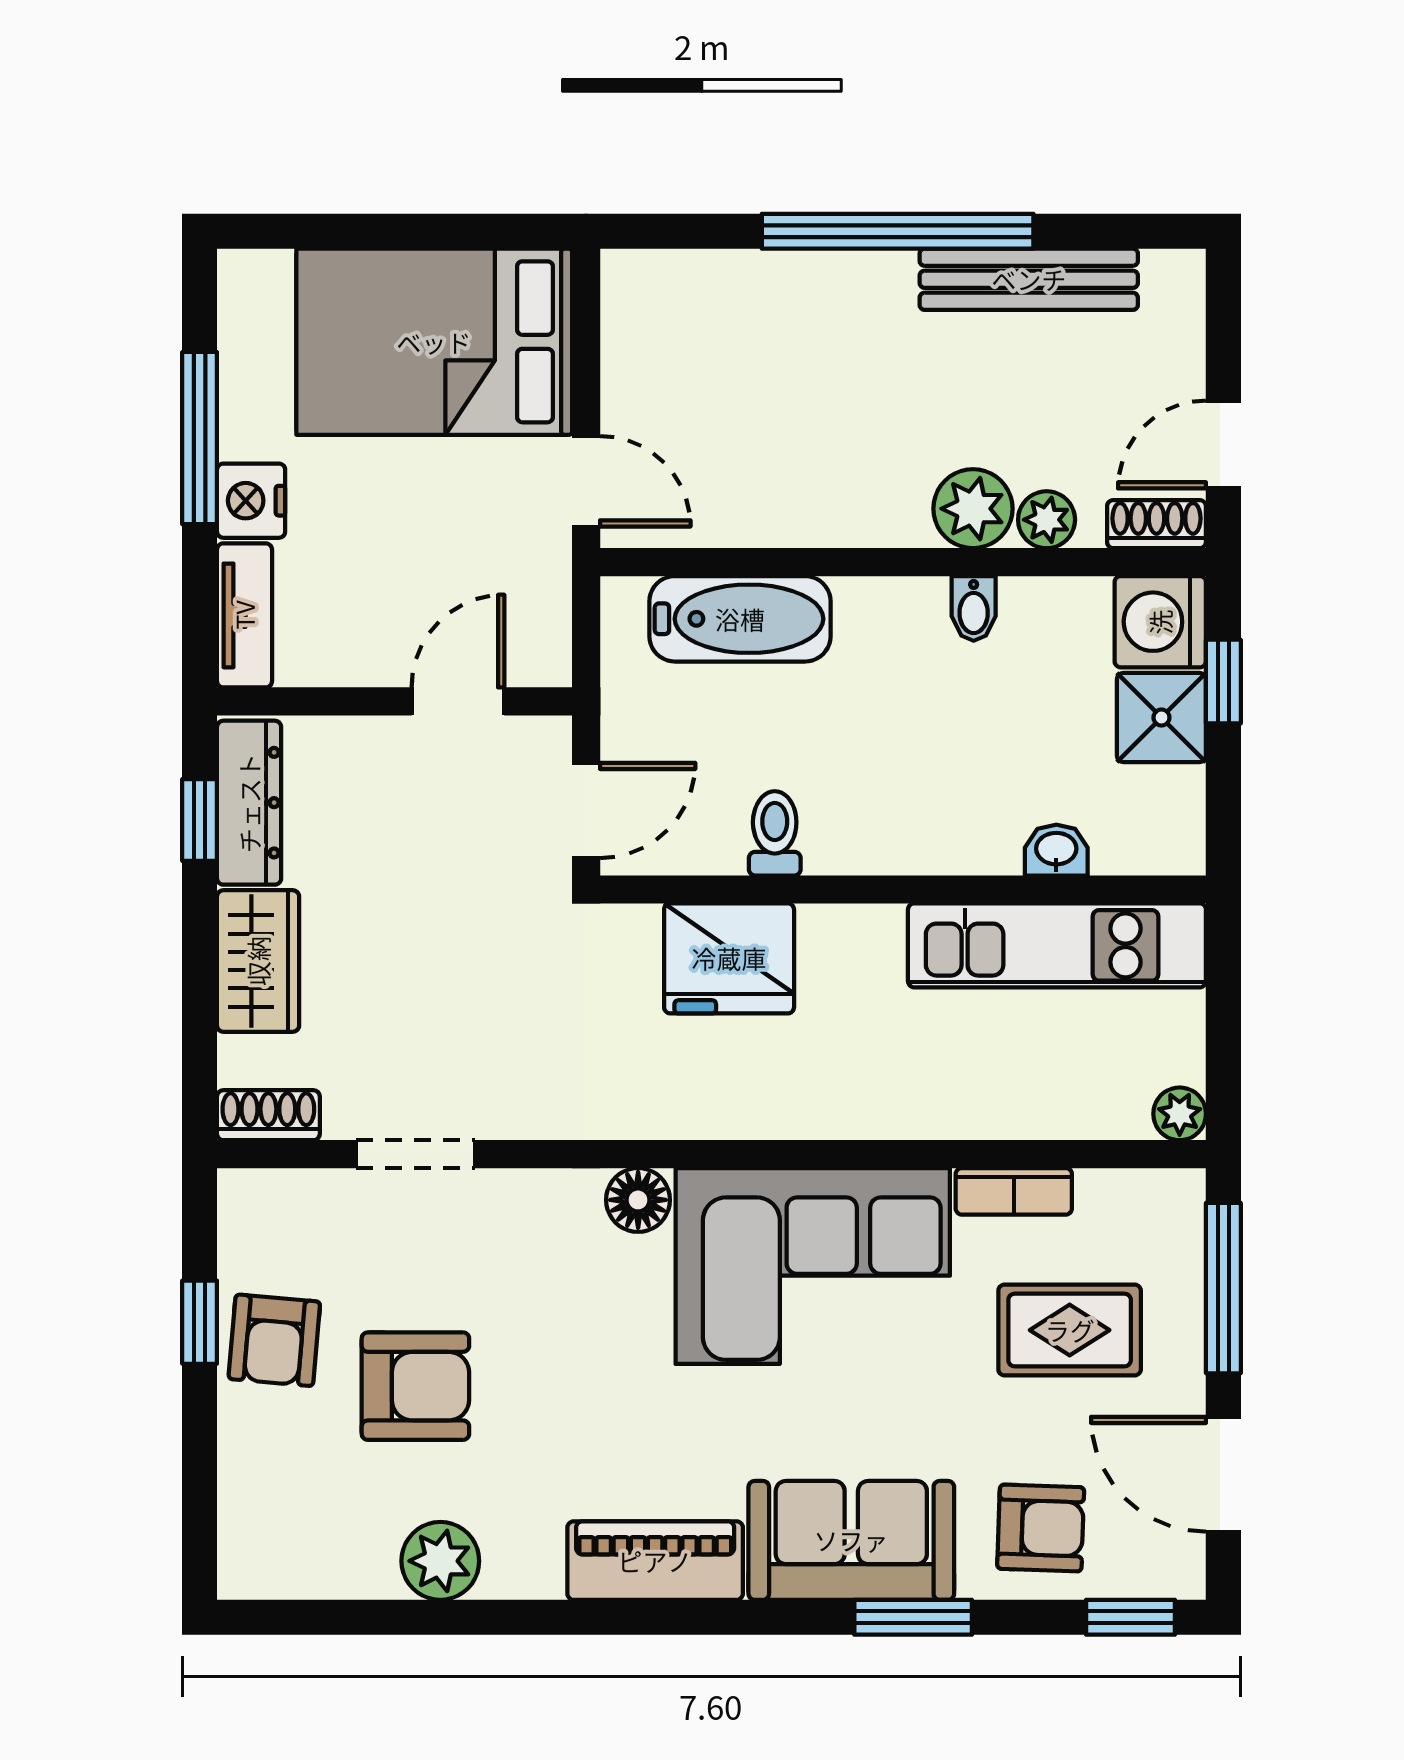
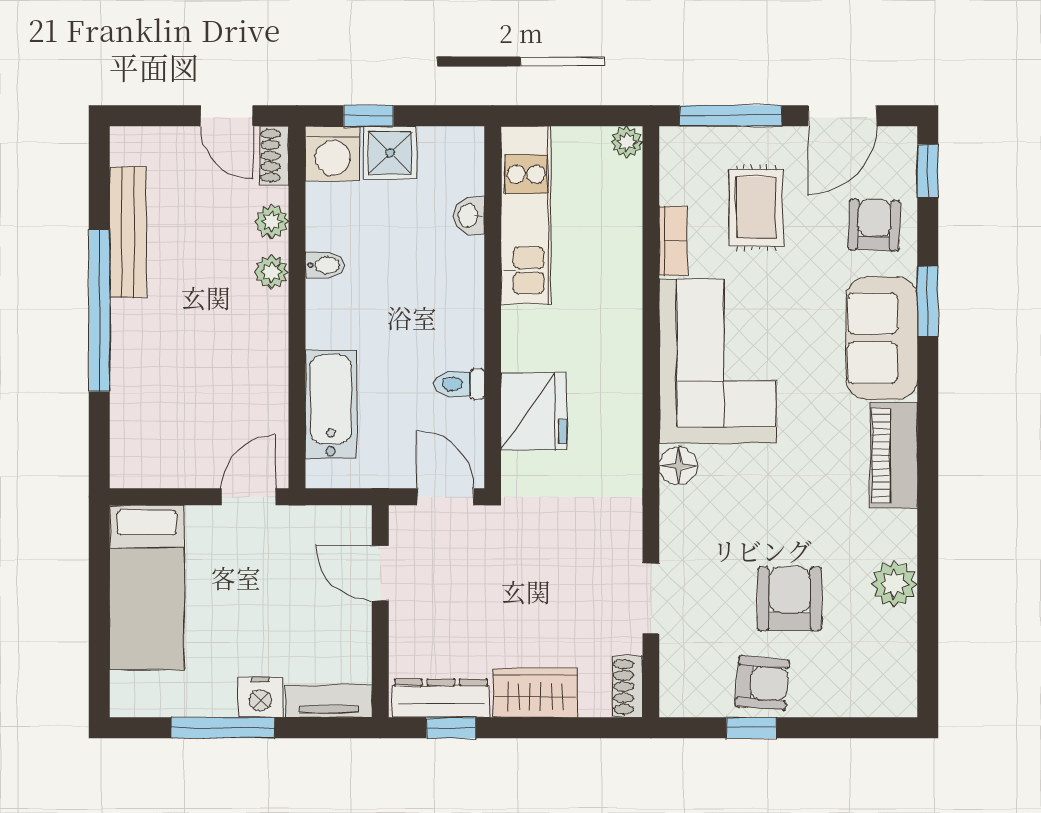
bed: (434, 342) -> (147, 587), width x0.67
plant: (973, 509) -> (271, 272), width x0.73, depth x0.73

